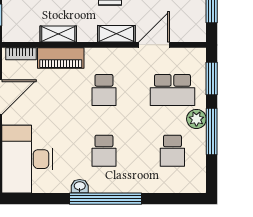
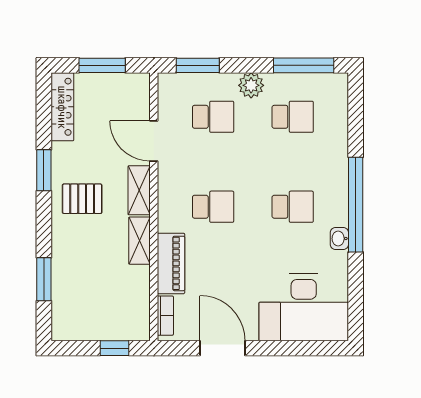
shelving: (58, 34) -> (139, 241), moved
school desk: (172, 90) -> (213, 117), width x0.54
window: (212, 132) -> (304, 65), moved

